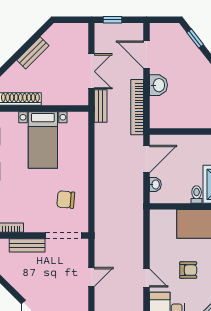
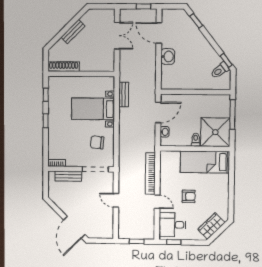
window: (112, 20) -> (143, 6), moved
double door: (91, 71) -> (117, 36), moved
bench: (101, 106) -> (124, 95), moved
bookcase: (137, 107) -> (150, 173), moved
bed with nightstands: (43, 140) -> (93, 109), moved, turned 90
door: (91, 277) -> (116, 200), swing flipped

